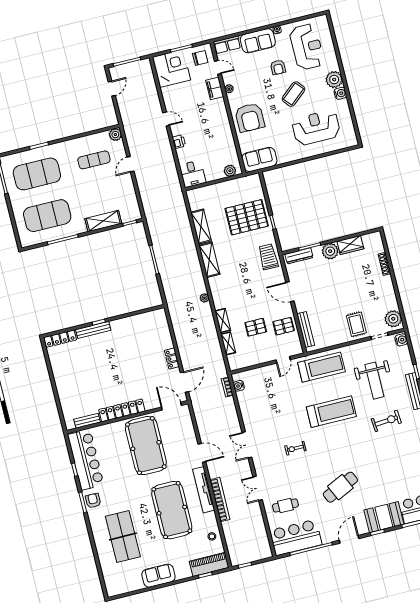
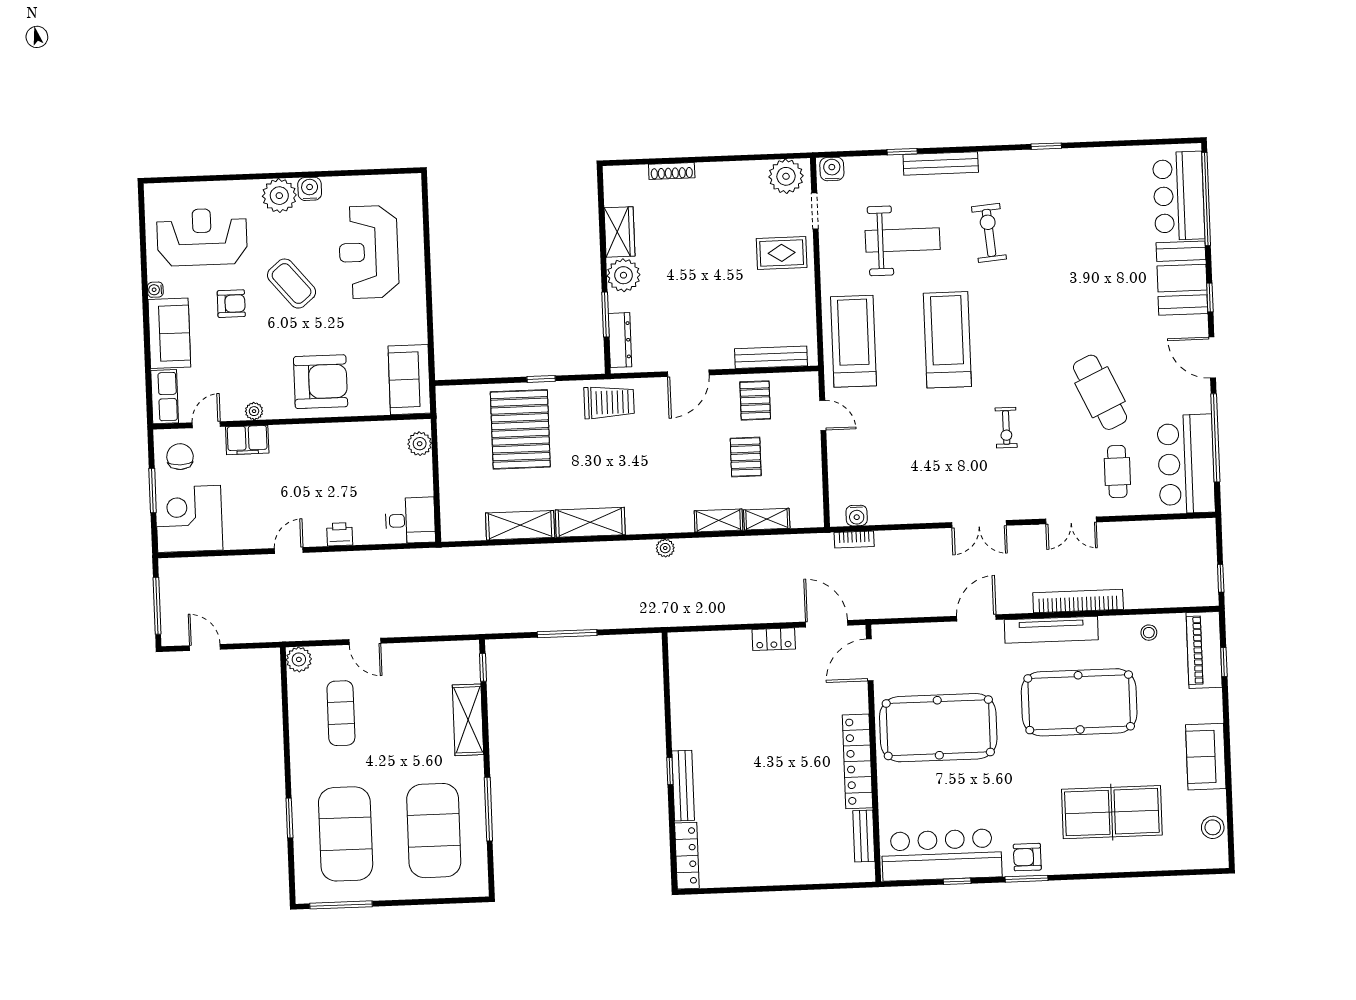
trolley: (268, 257) -> (609, 402), turned 180
cafe table: (340, 487) -> (1100, 392), moved
stool: (125, 586) -> (1213, 827), added

